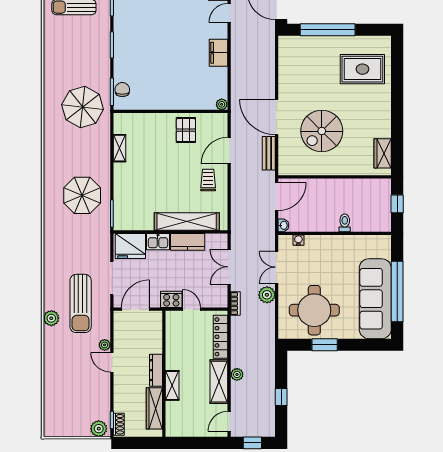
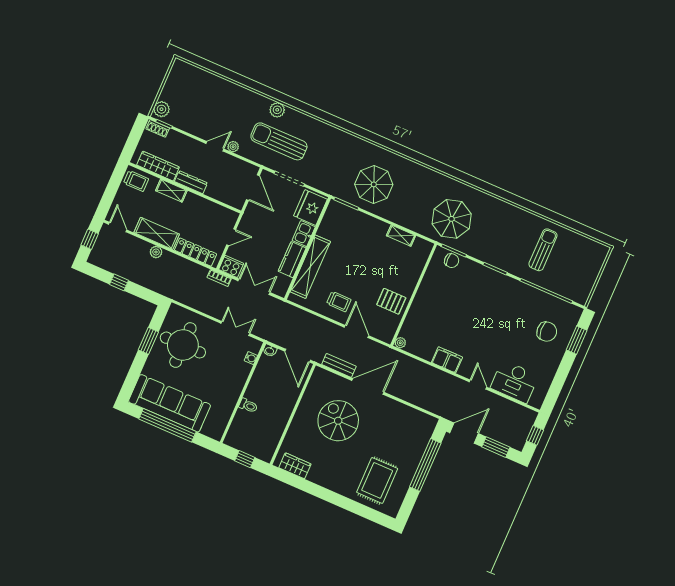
plant: (267, 295) -> (215, 309), removed
cooker: (171, 299) -> (231, 266), moved, turned -90
trolley: (178, 423) -> (136, 181), added

